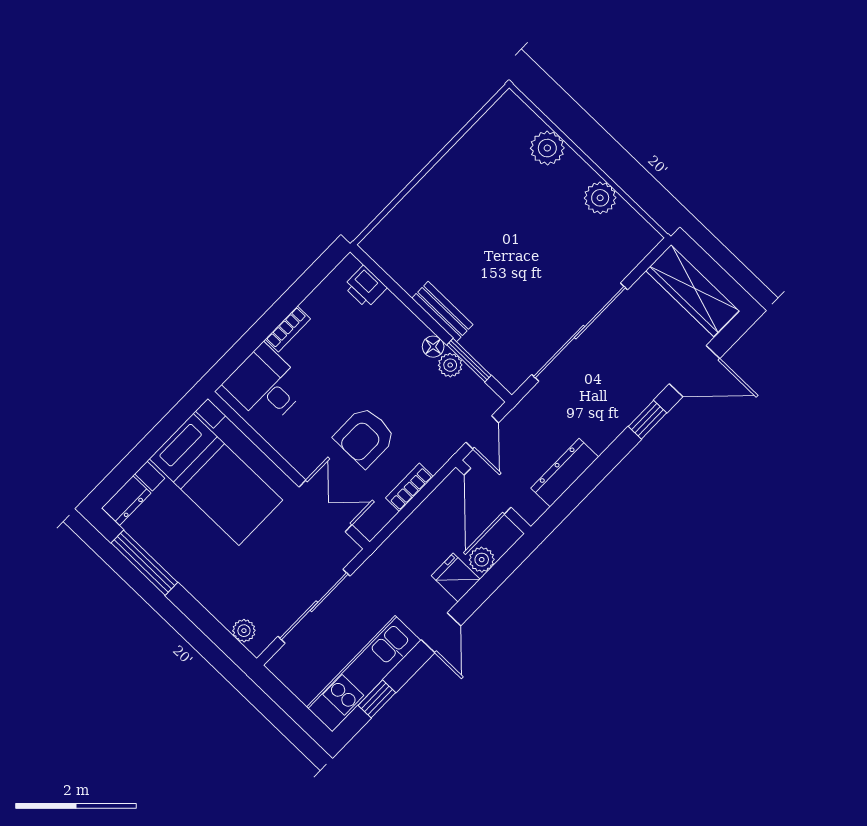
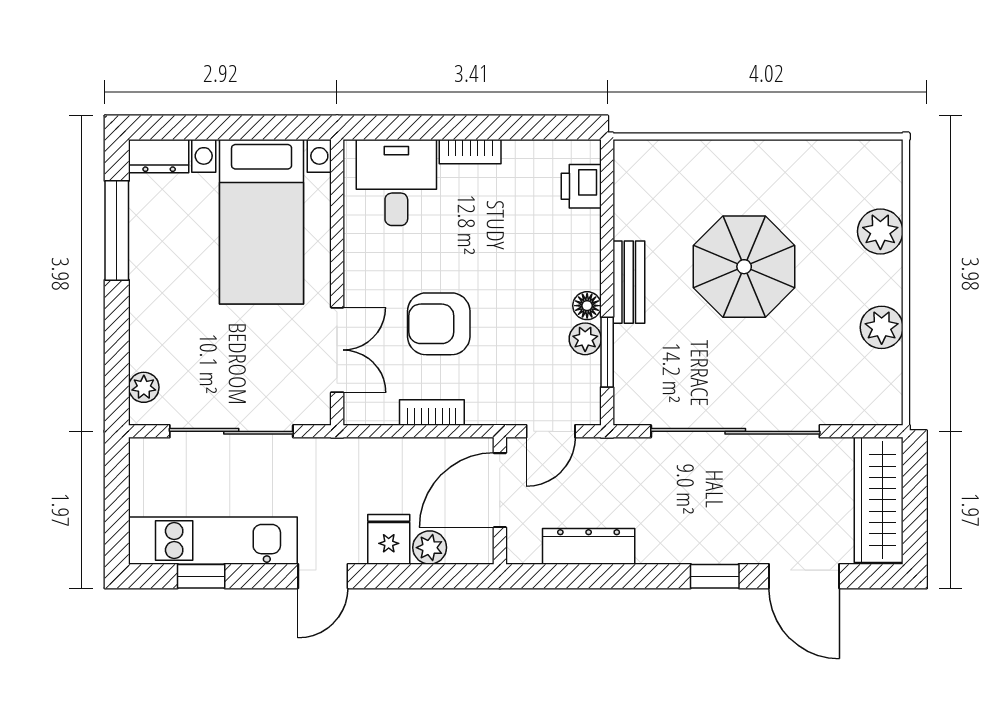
parasol: (495, 241) -> (744, 267), added

